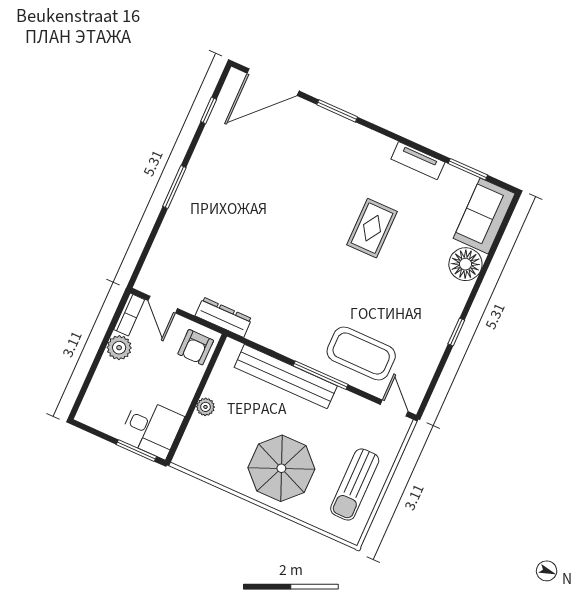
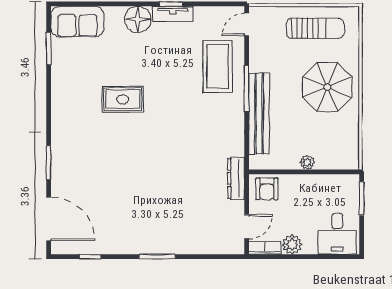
tv unit: (418, 161) -> (173, 14), moved, turned 90
floor lamp: (465, 264) -> (138, 19), moved
armchair: (196, 347) -> (267, 189), turned 90
desk: (152, 428) -> (337, 234), moved, turned 180

